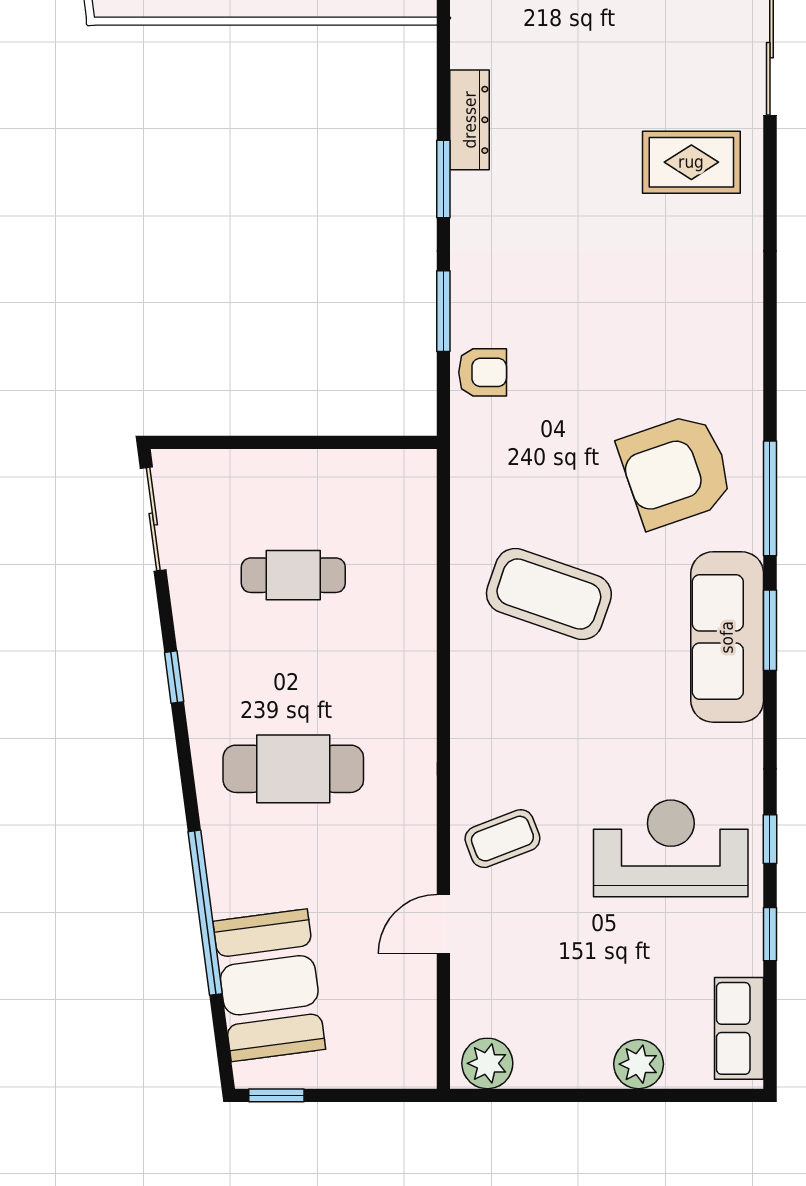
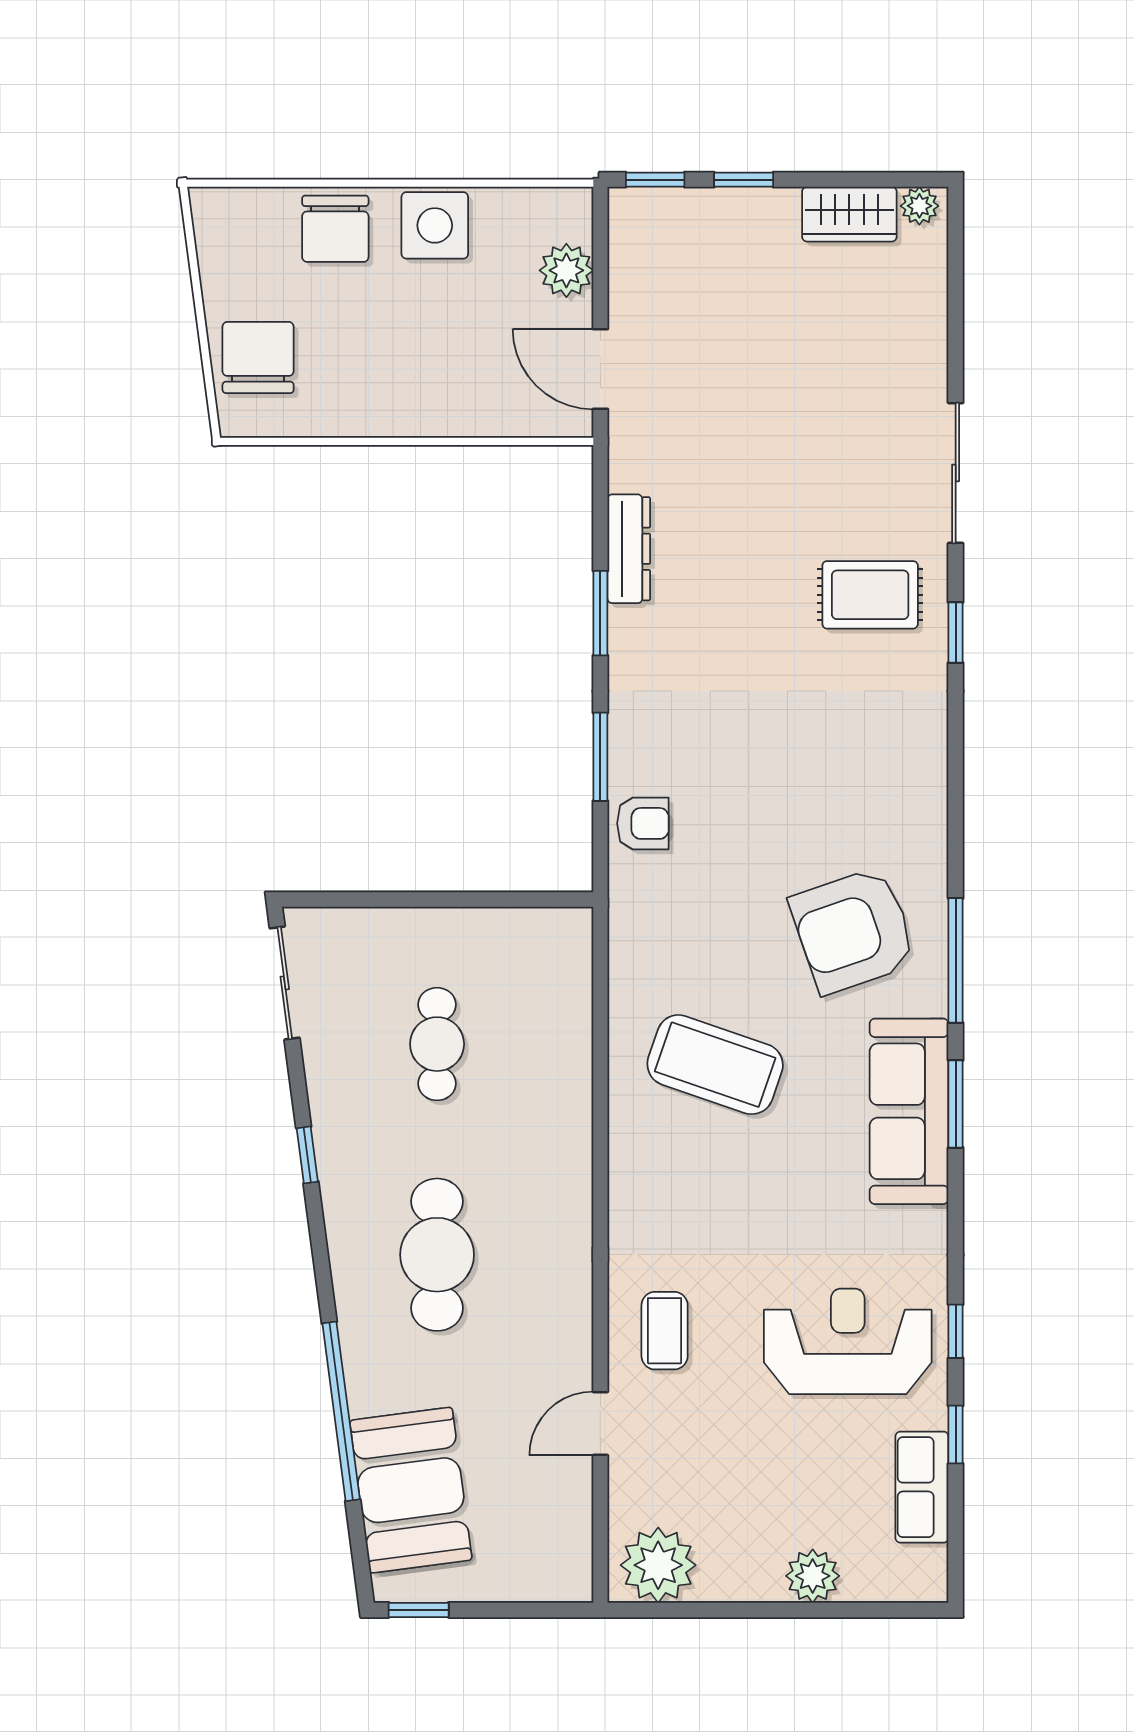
window: (770, 197) -> (956, 632), added
cafe table: (293, 575) -> (437, 1044), turned 90
cafe table: (293, 769) -> (437, 1255), turned 90
coffee table: (502, 839) -> (665, 1331), turned -69
row of seats: (739, 1028) -> (922, 1487), moved
plant: (487, 1063) -> (658, 1565), width x1.36, depth x1.36

